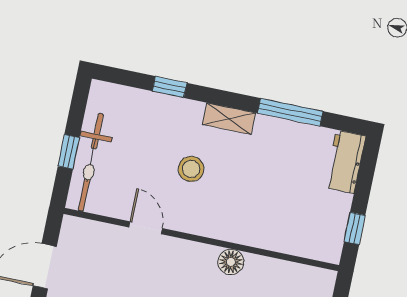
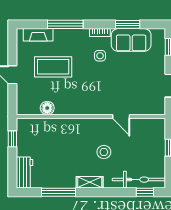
window: (170, 87) -> (145, 192), moved
bicycle: (91, 162) -> (139, 180), moved, turned 90
floor lamp: (231, 262) -> (47, 108), moved

